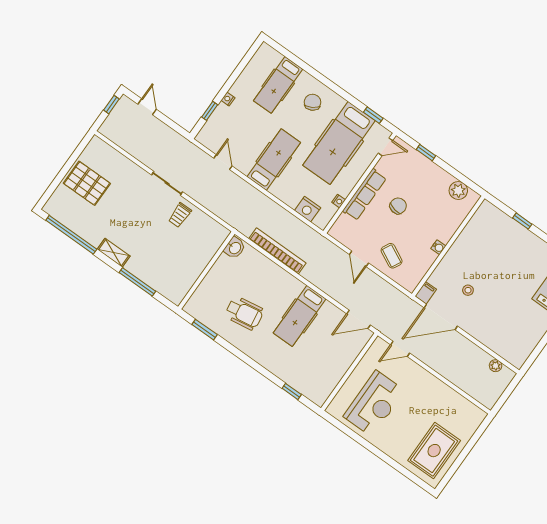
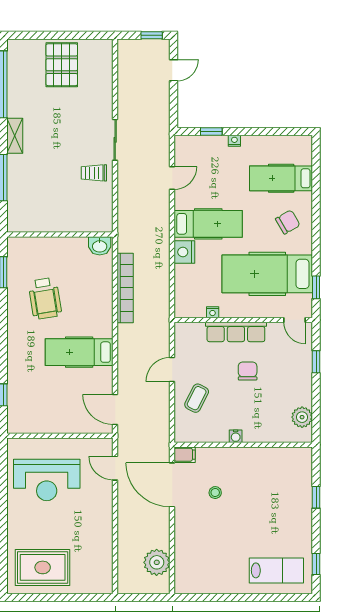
chair: (398, 206) -> (248, 371), turned -101
nightstand: (308, 209) -> (184, 252), moved
plant: (496, 366) -> (157, 562), width x1.88, depth x1.88

